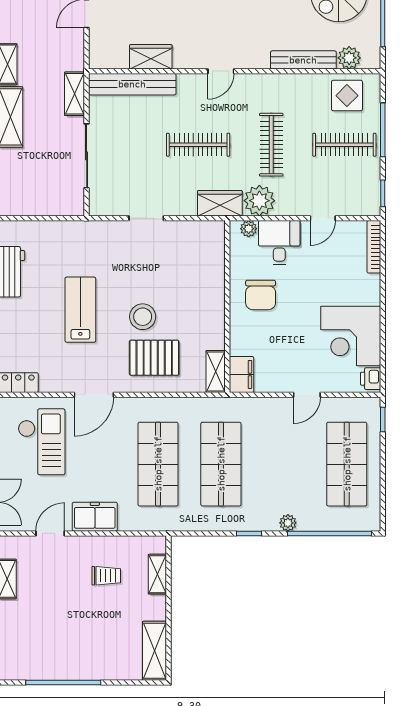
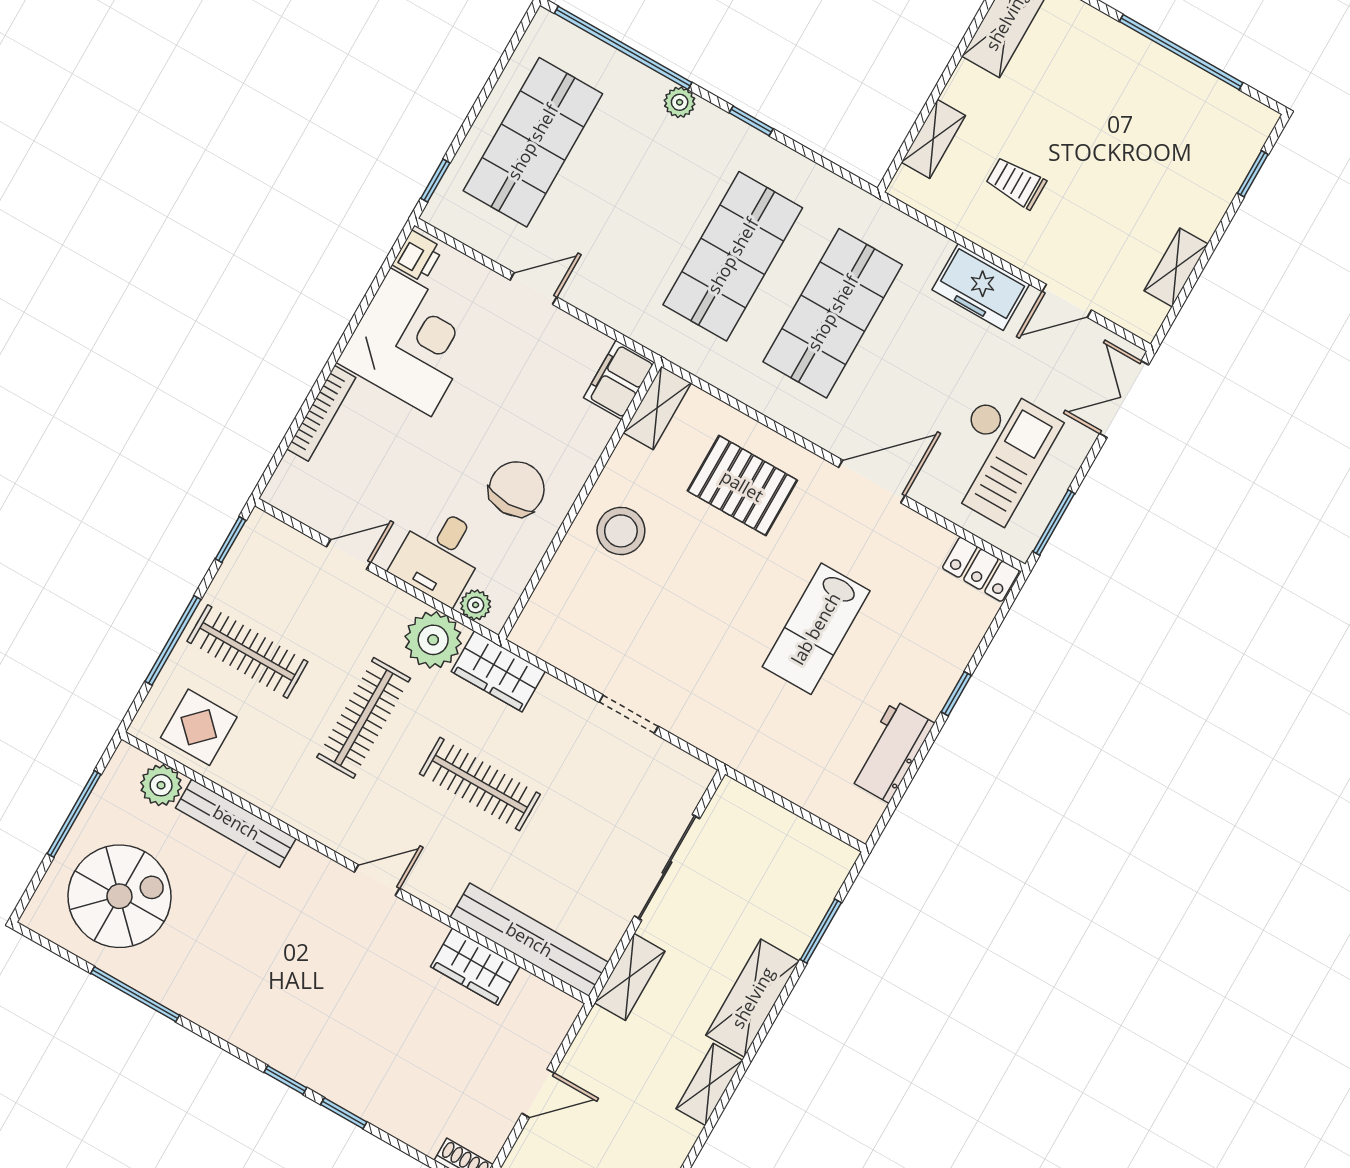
bookcase: (374, 247) -> (321, 413), moved
stool: (143, 317) -> (621, 531), moved
checkout: (42, 442) -> (997, 454), turned 180

